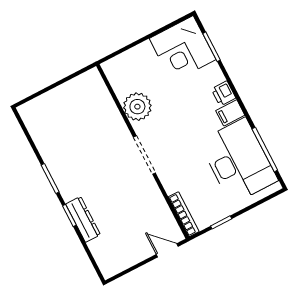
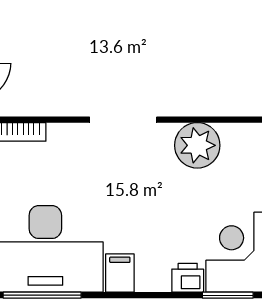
printer: (224, 93) -> (188, 278), moved

